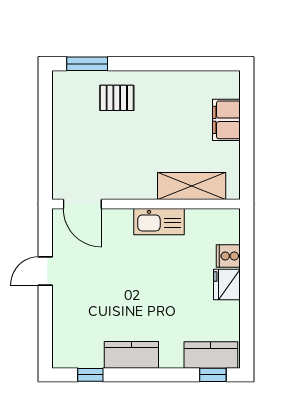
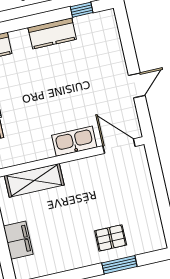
window: (87, 64) -> (119, 265), moved
kitchen sink: (159, 222) -> (74, 141), moved

